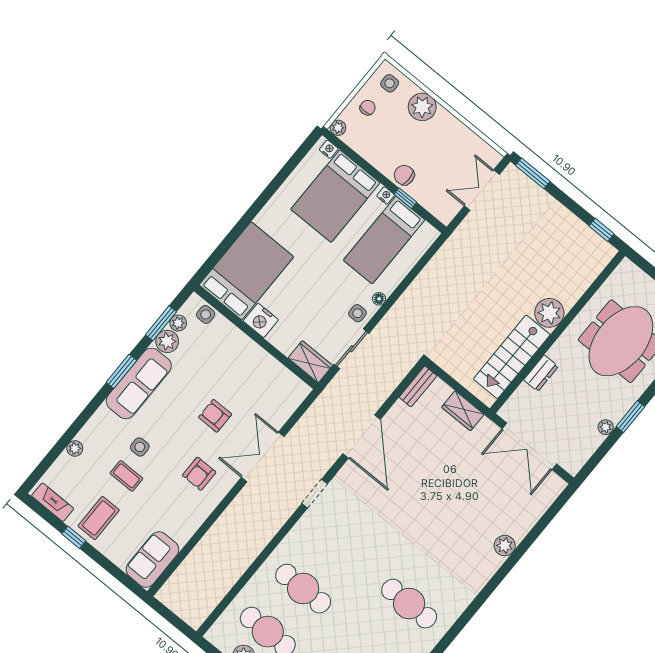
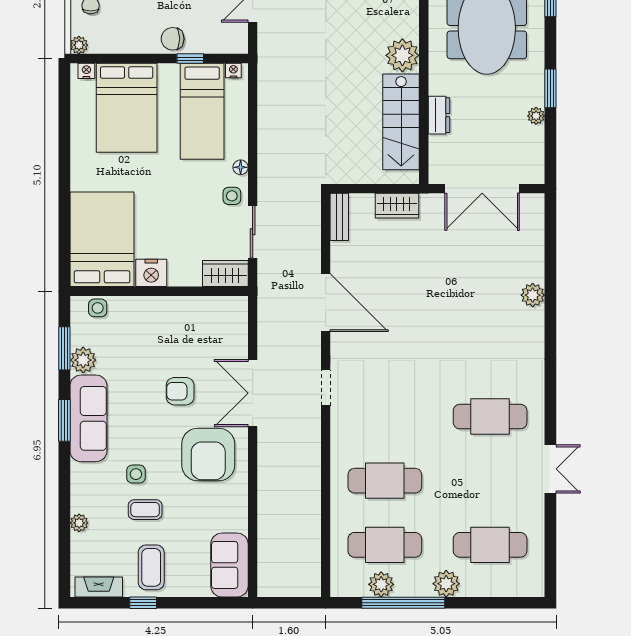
nightstand: (386, 195) -> (233, 70), moved
plant: (178, 323) -> (79, 336), removed
armchair: (199, 474) -> (208, 454), width x1.88, depth x1.88

